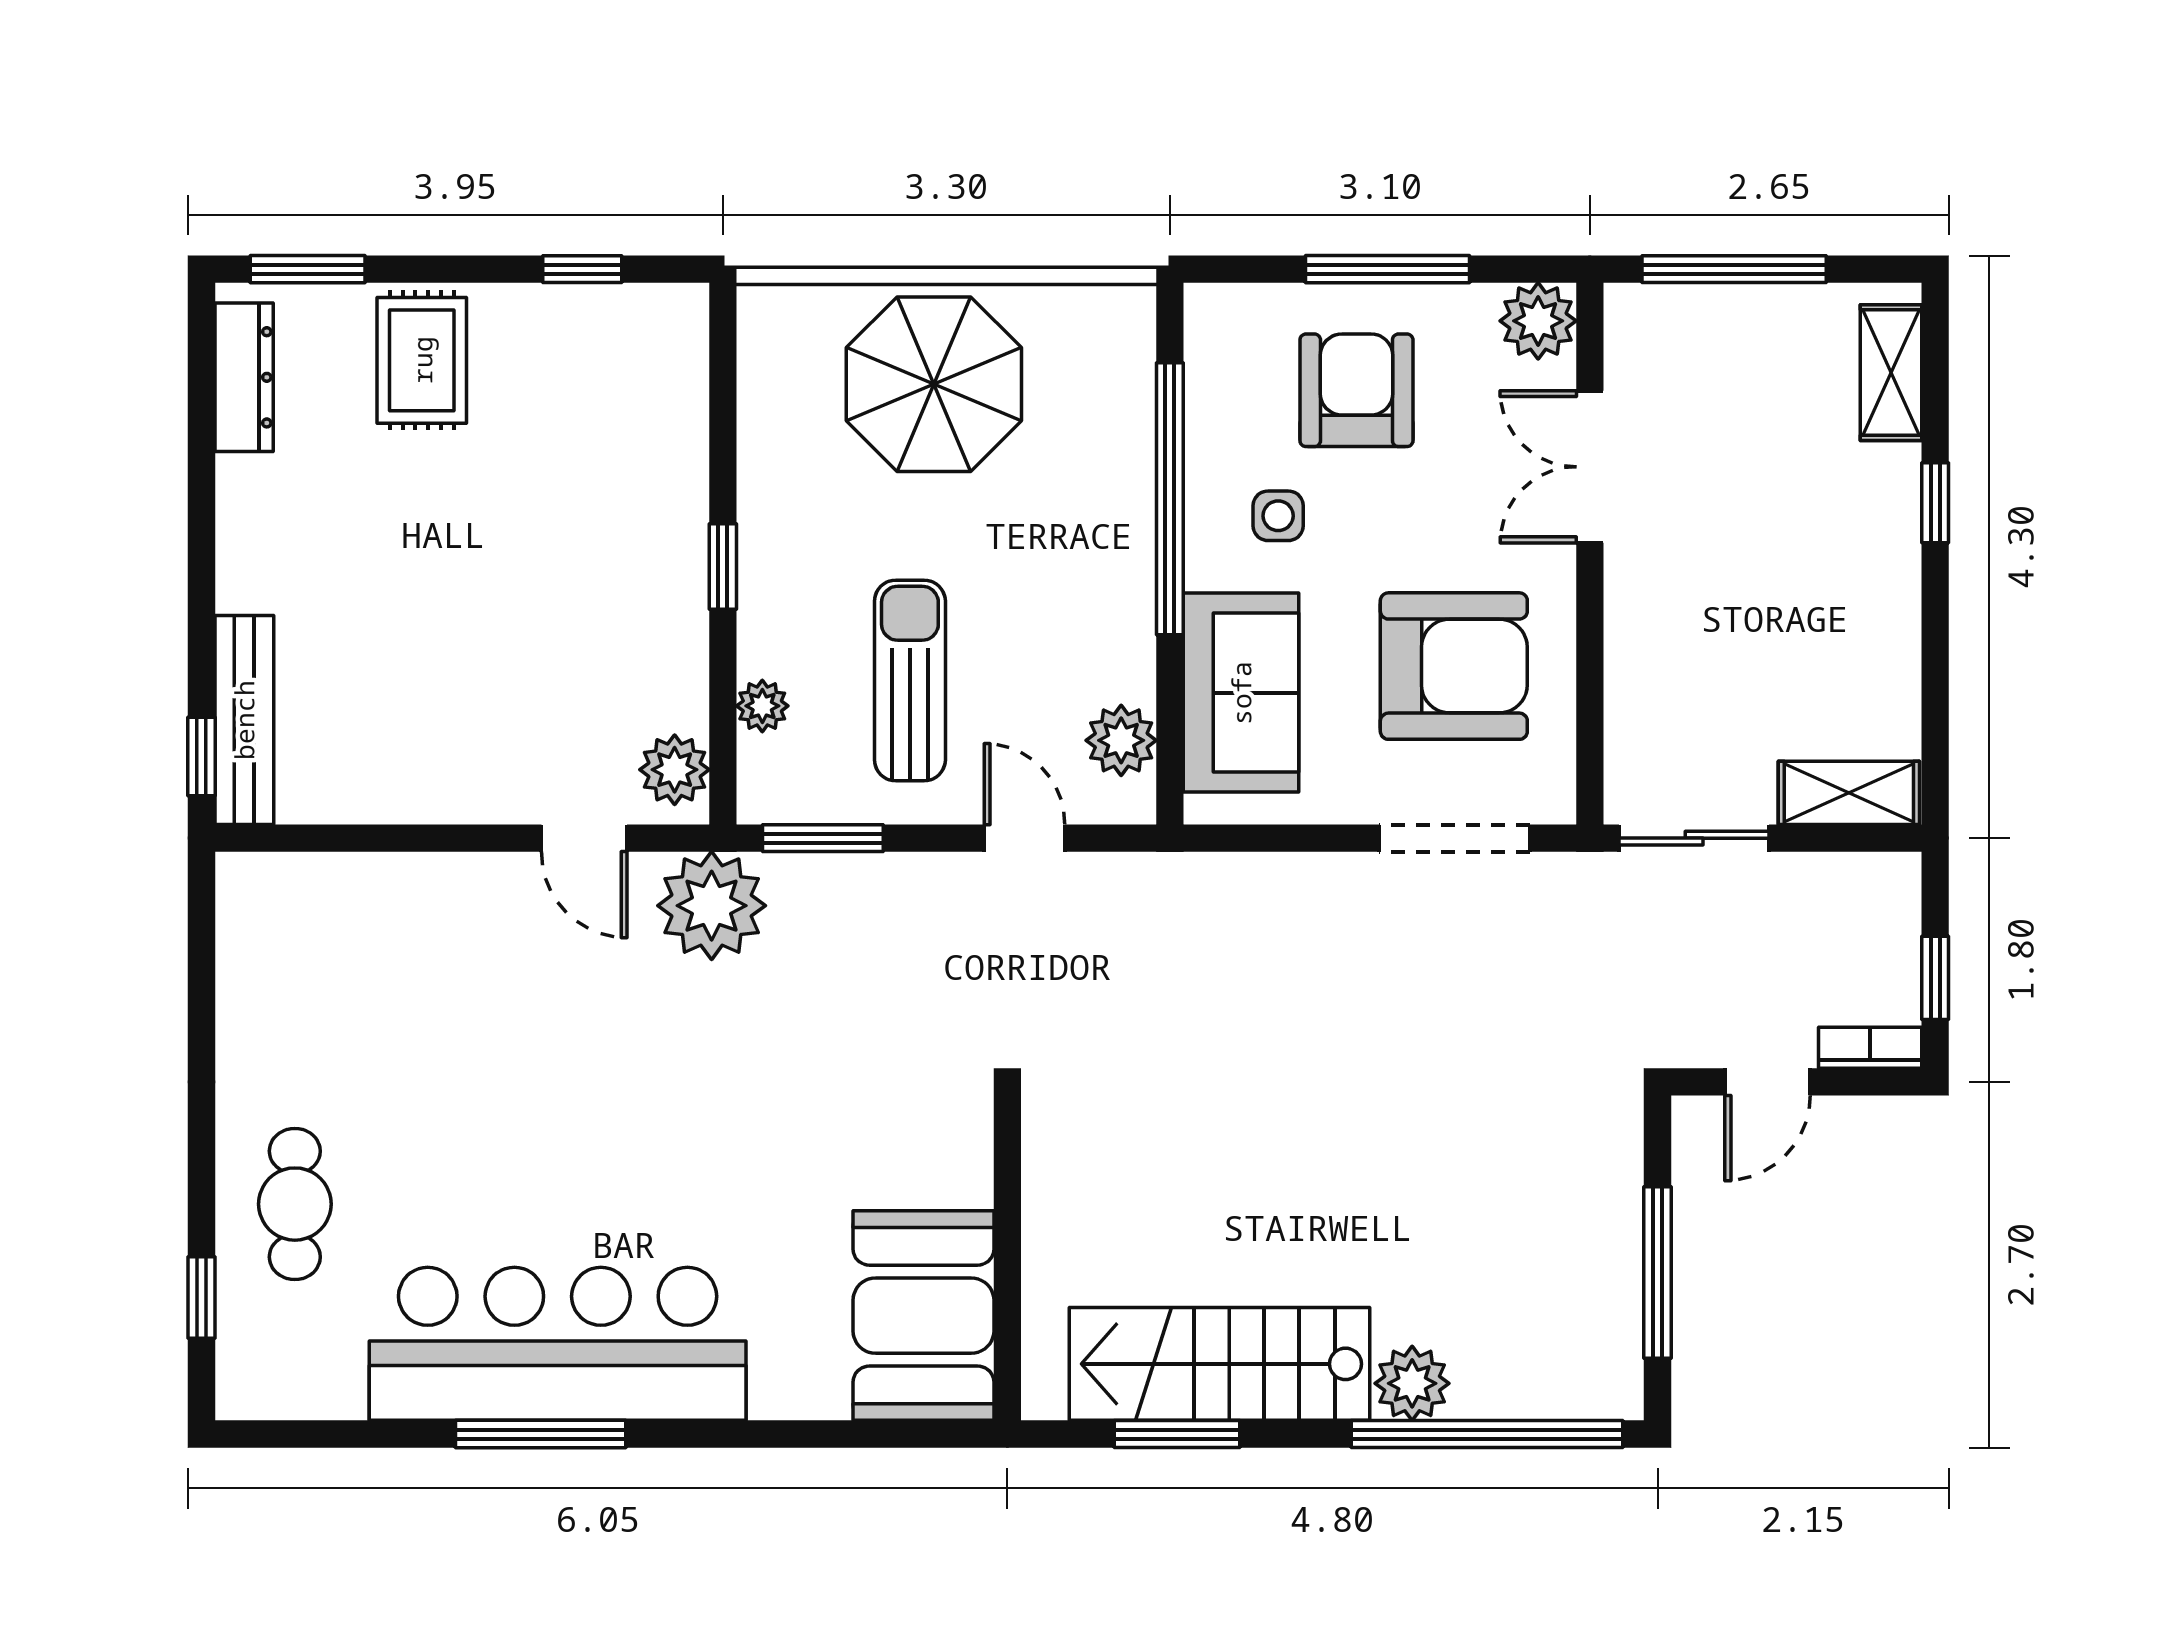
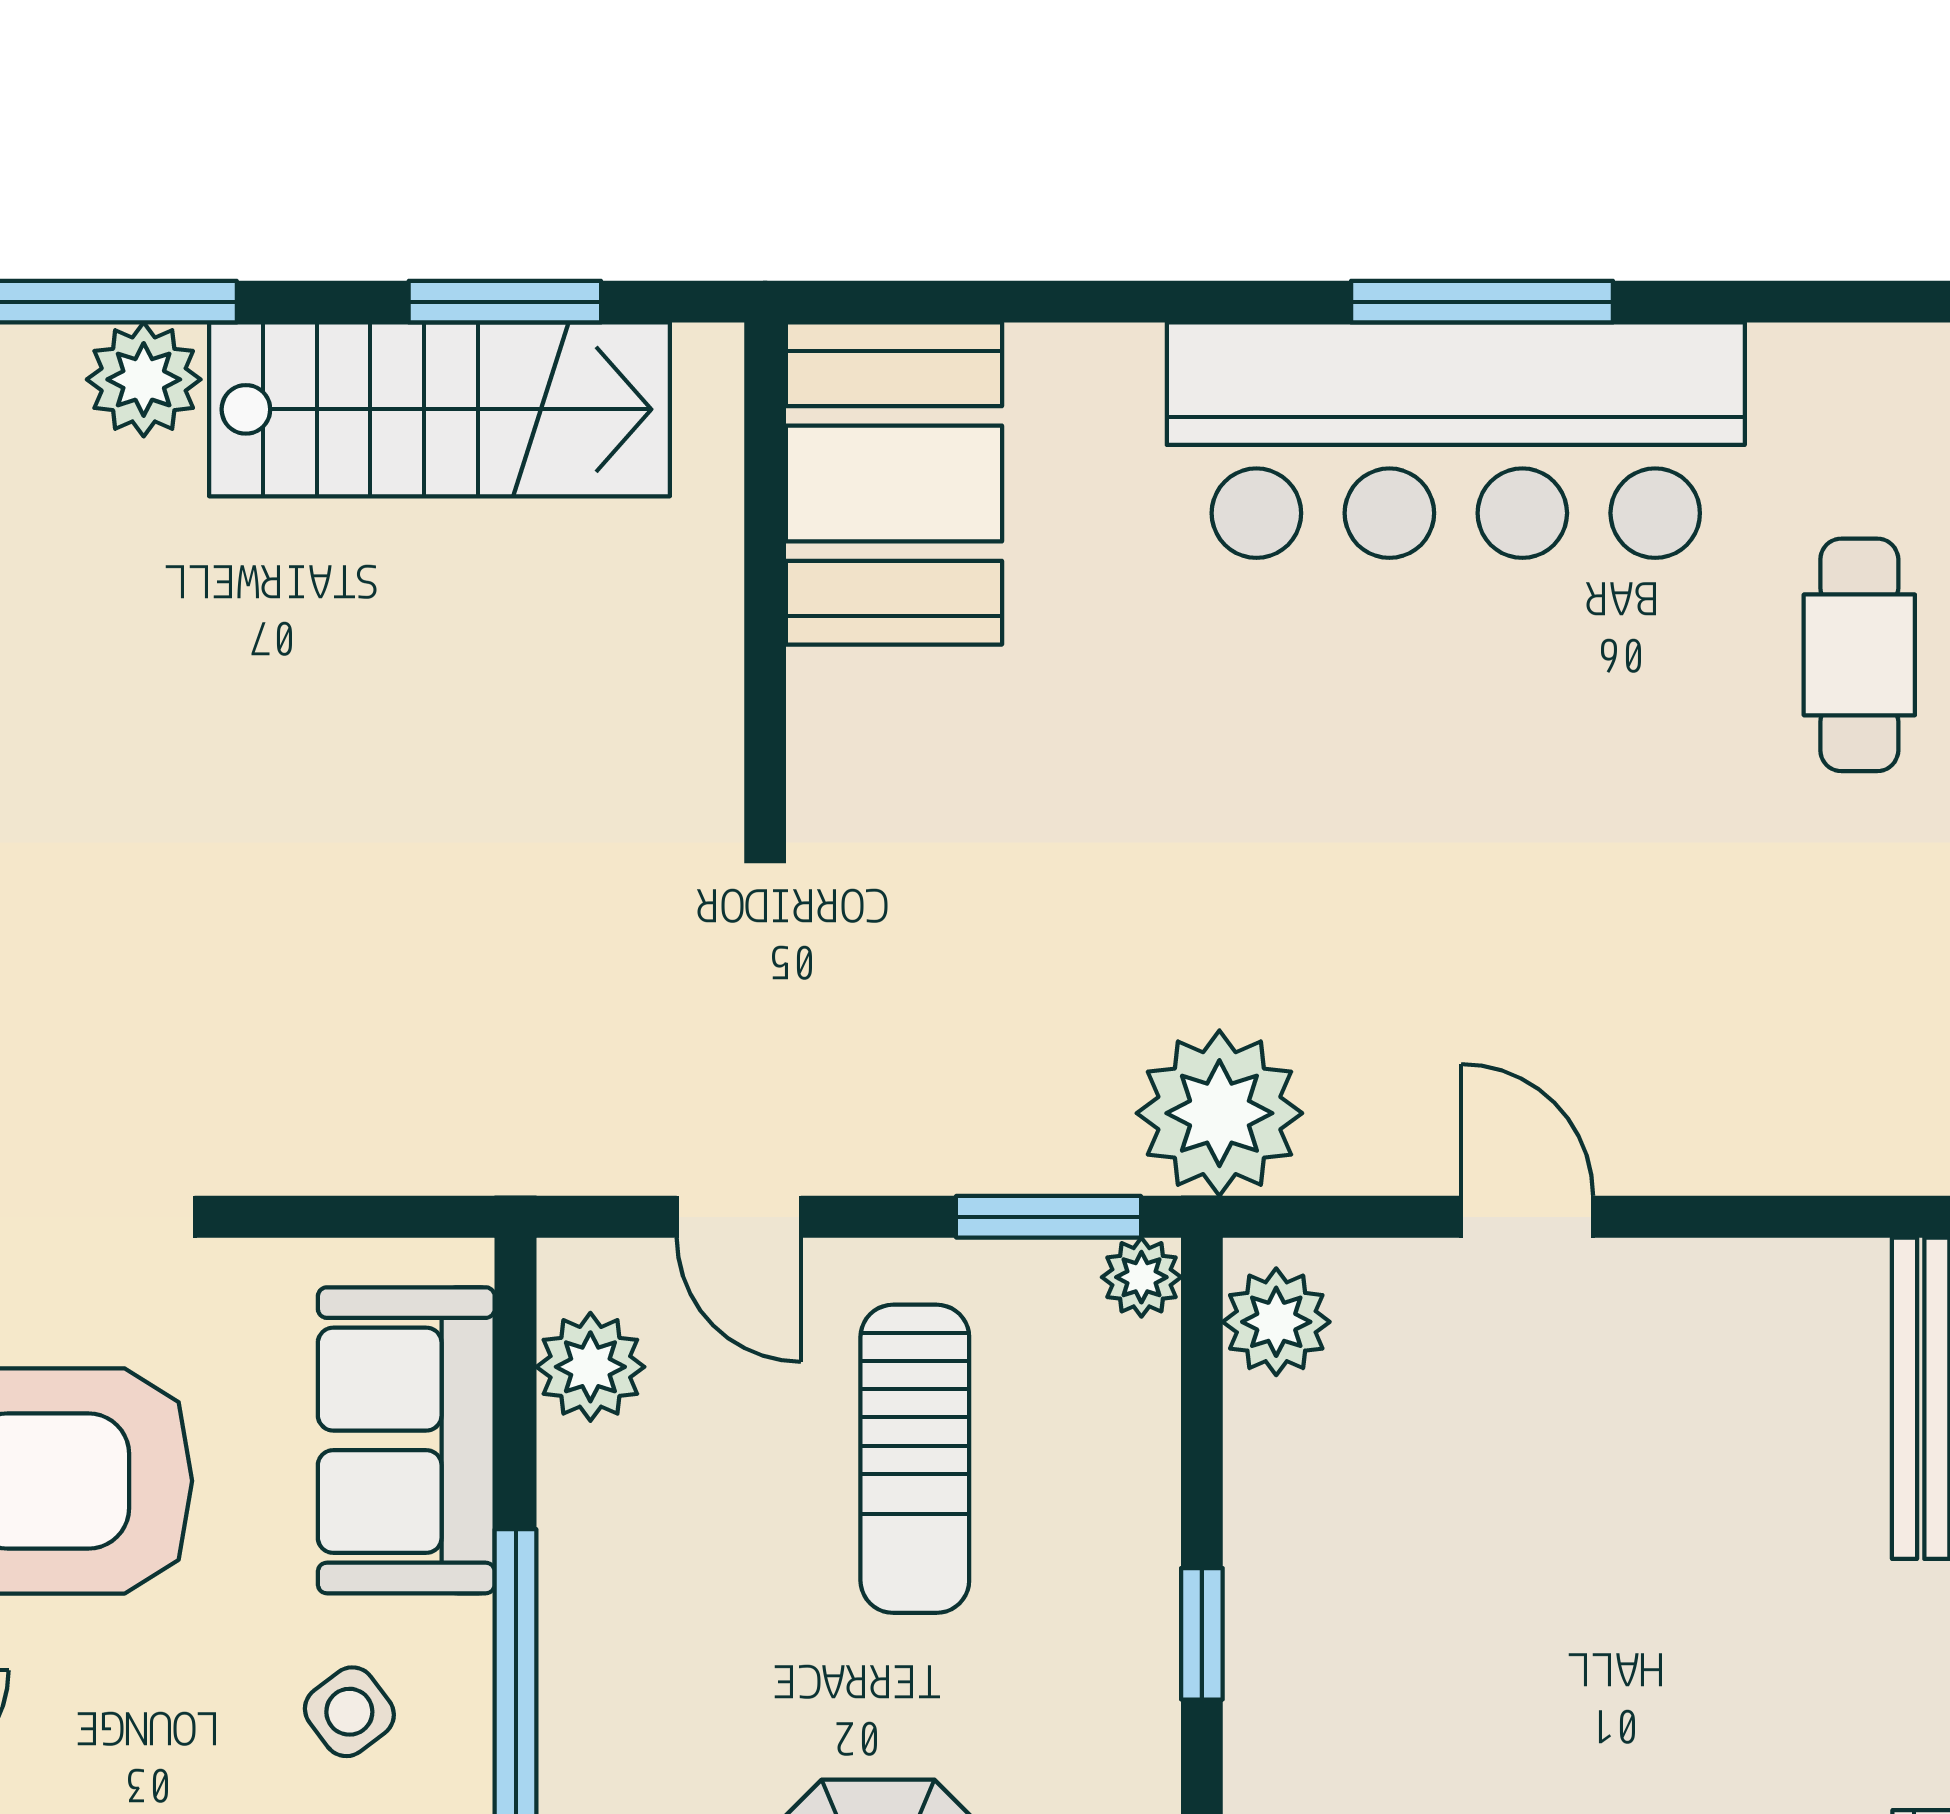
side table: (1278, 516) -> (349, 1712), turned -37
plant: (762, 706) -> (1141, 1277), moved
door: (584, 838) -> (1527, 1217), moved

